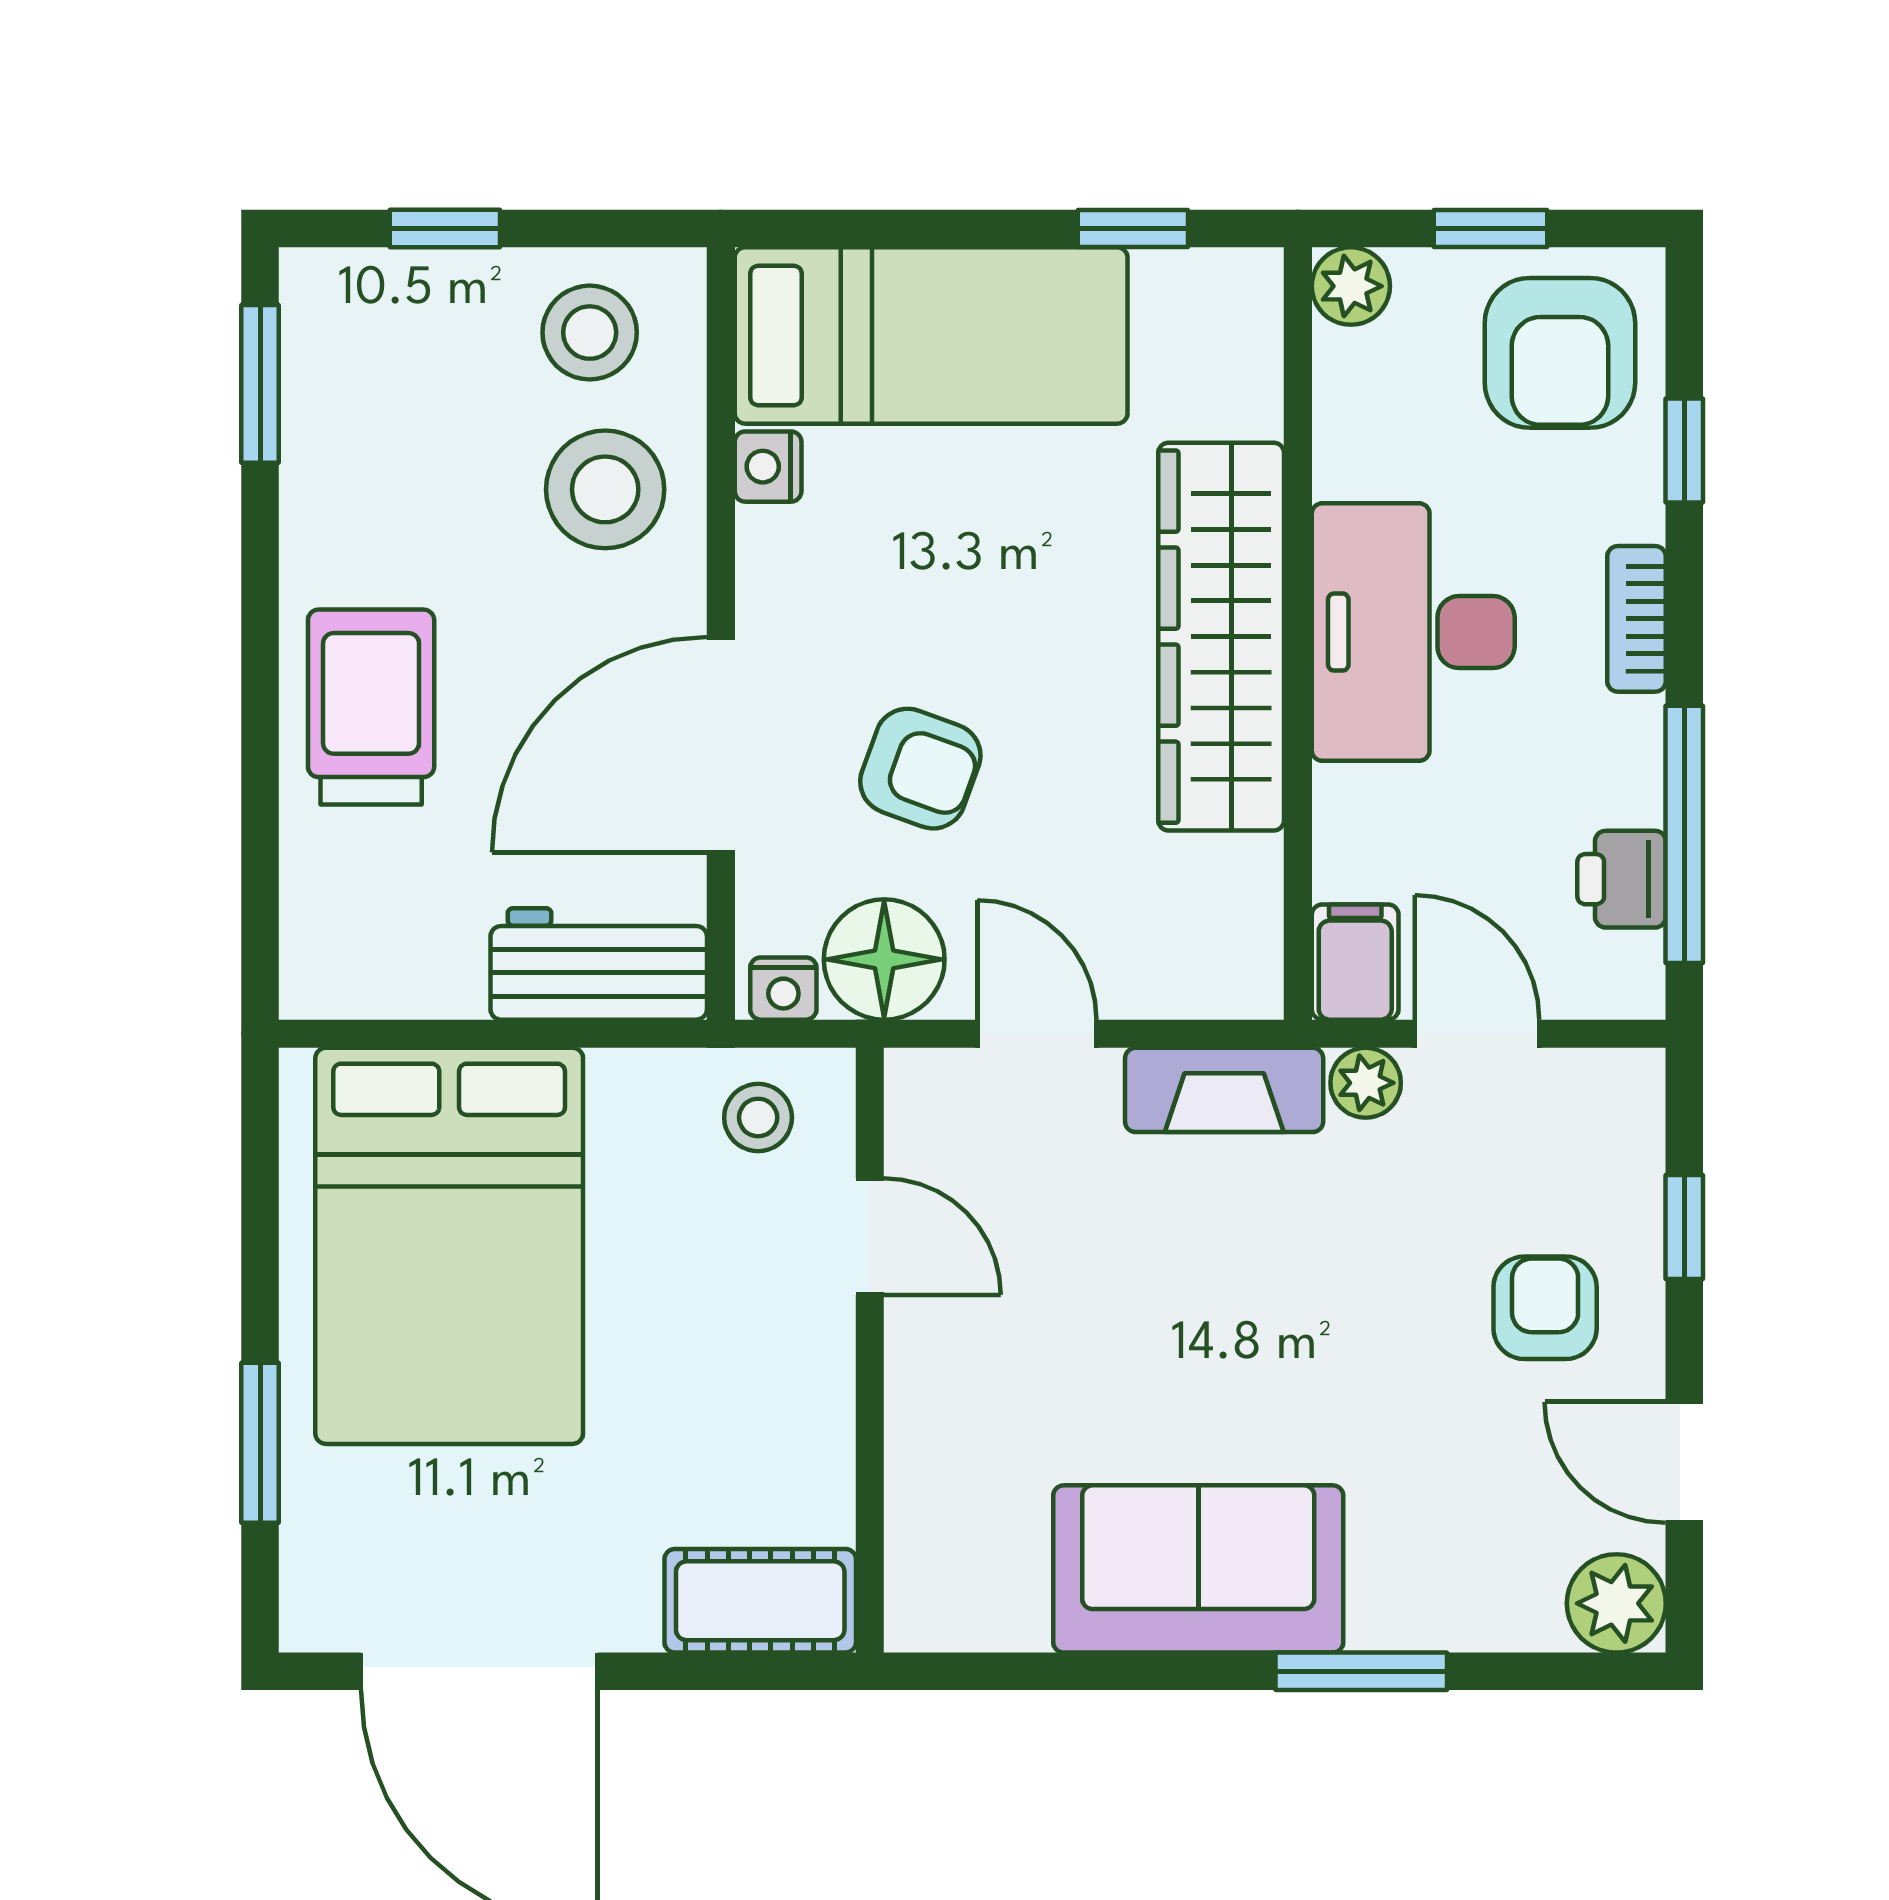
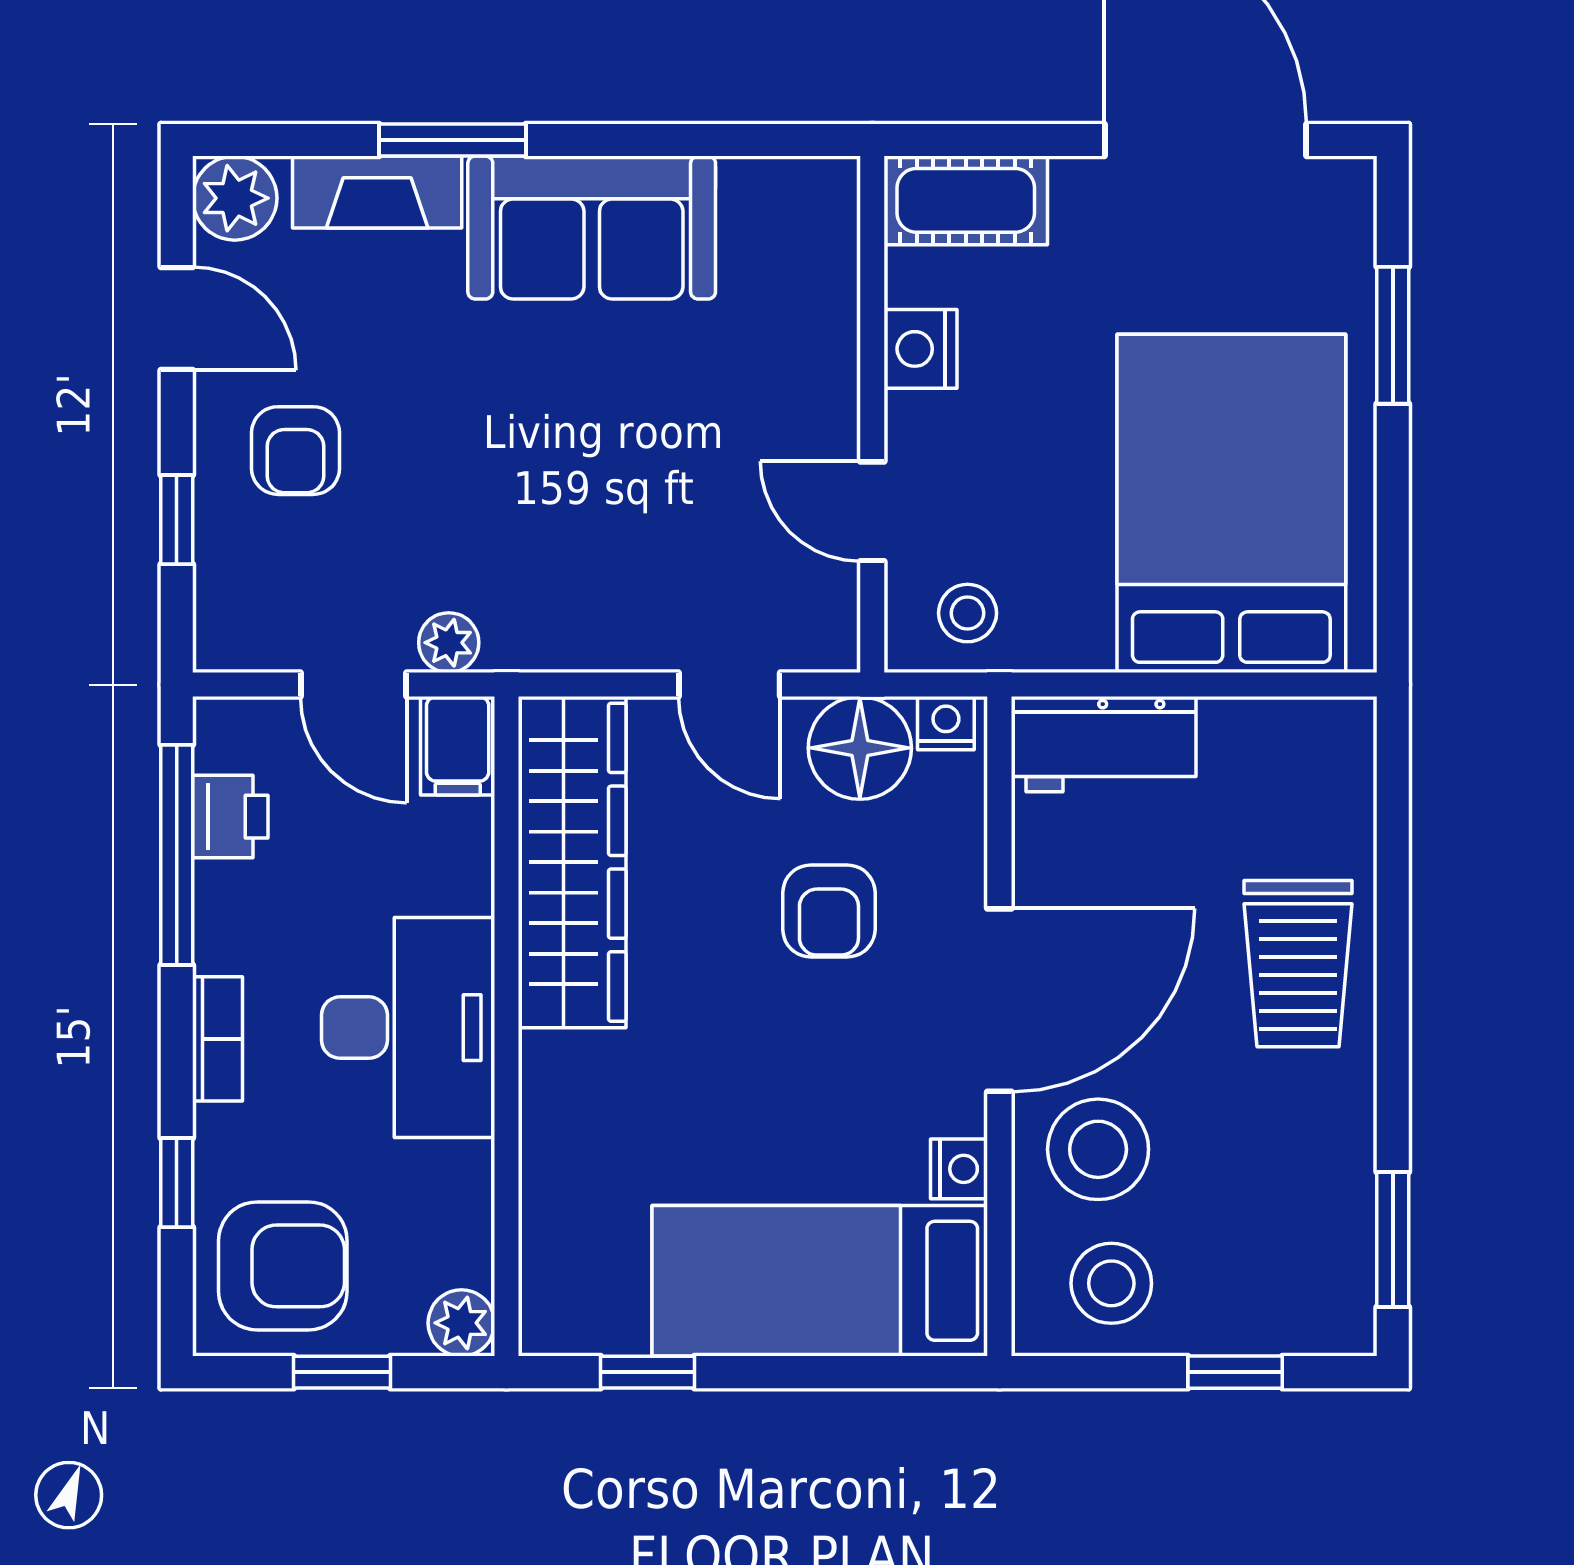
armchair: (1560, 353) -> (283, 1266), turned 90
wardrobe: (1221, 637) -> (572, 862), moved
door: (721, 745) -> (999, 1000), moved
armchair: (920, 769) -> (829, 911), turned -110
fireplace: (1224, 1090) -> (377, 192), moved, turned 180
nightstand: (813, 1427) -> (920, 349), added

